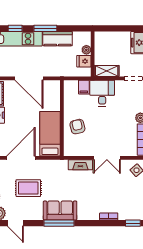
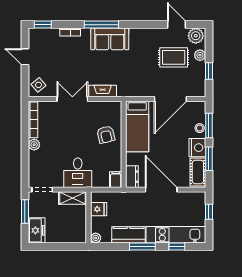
plant: (86, 50) -> (96, 238), moved
filing cabinet: (84, 87) -> (116, 180), moved
dresser: (55, 90) -> (132, 177), added
rug: (28, 188) -> (174, 57), moved
sofa: (60, 211) -> (110, 39), moved
window: (59, 223) -> (101, 25), moved

